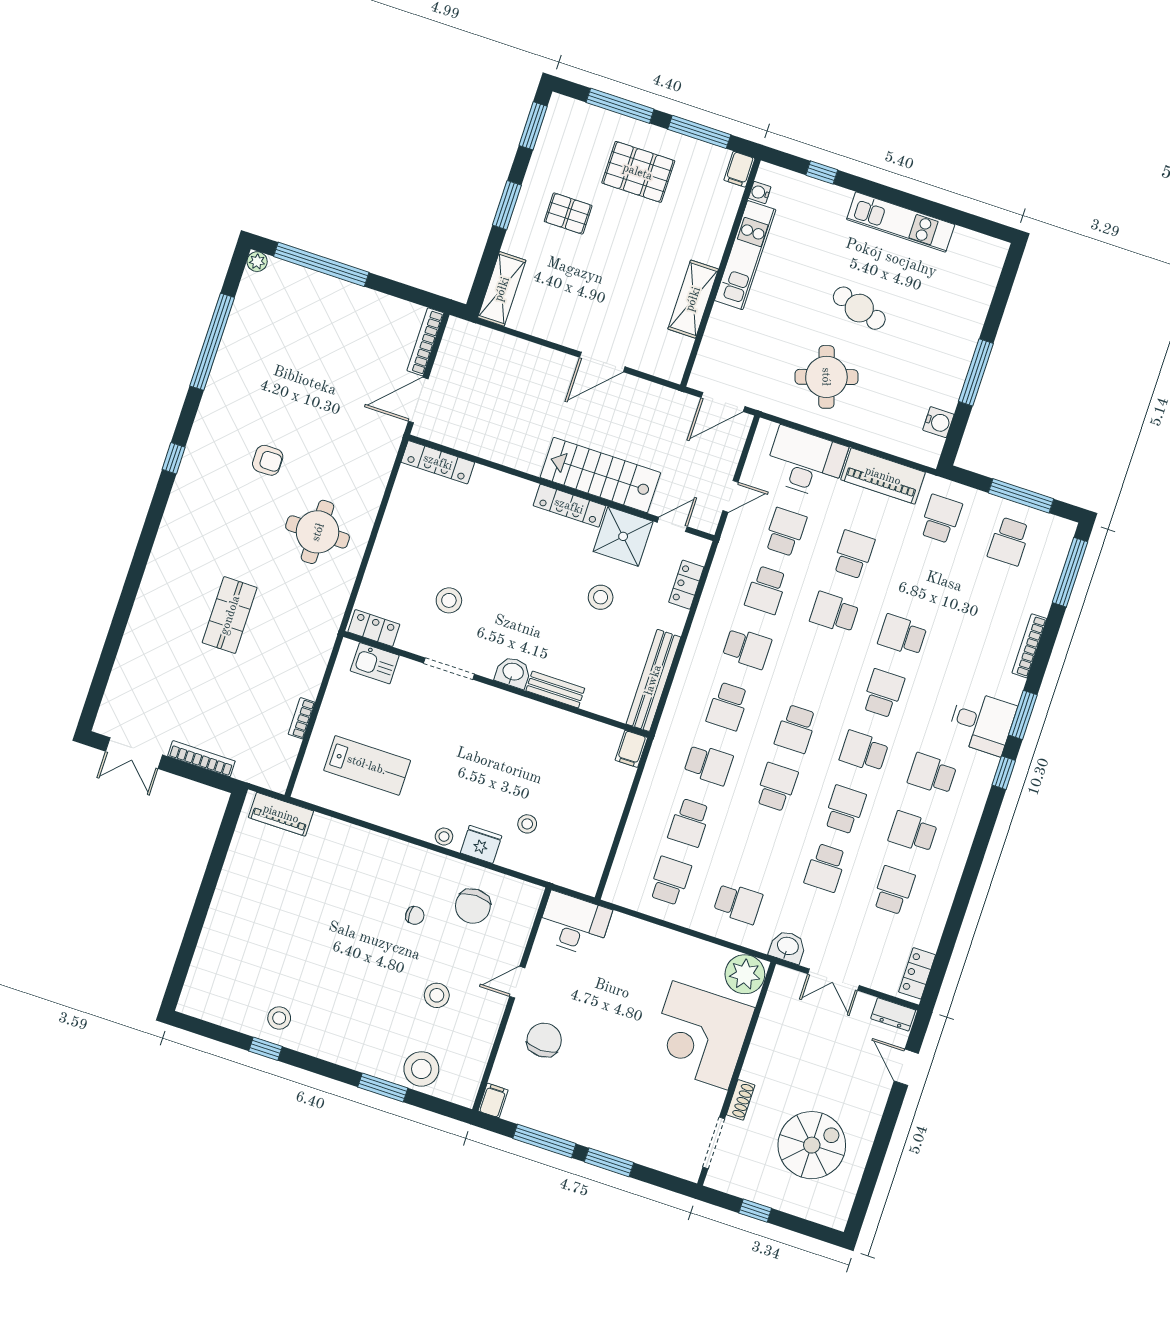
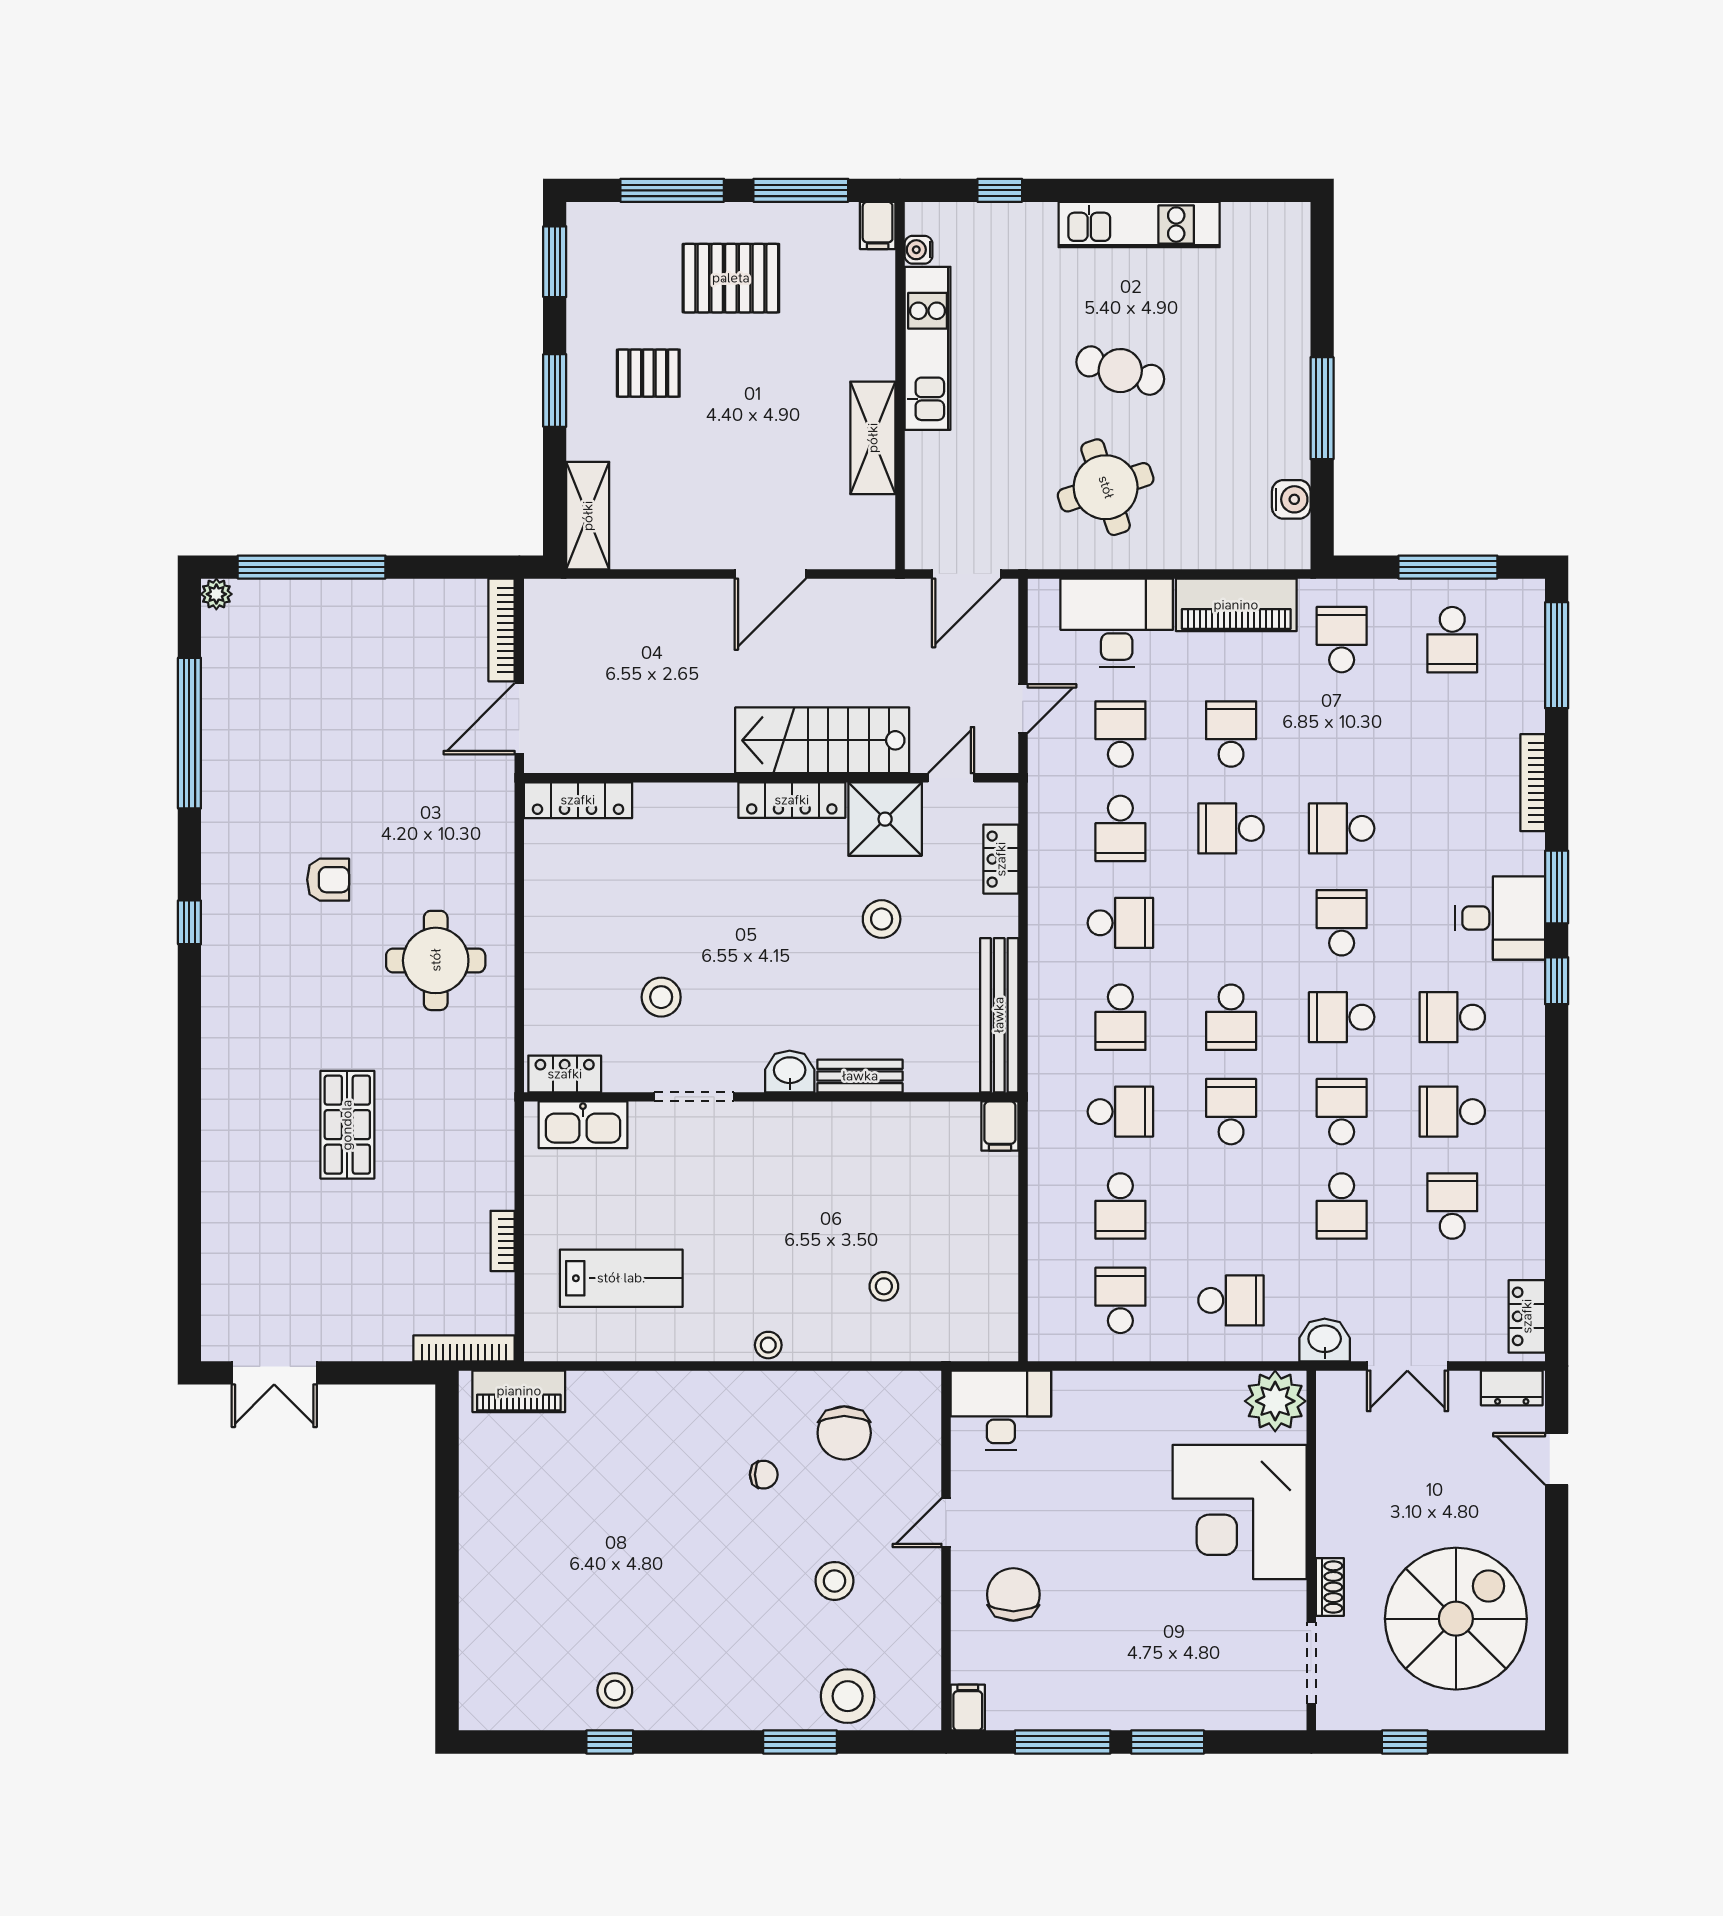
kitchen sink: (375, 663) -> (583, 1125), width x1.38
bookcase: (201, 759) -> (464, 1348), moved
fridge: (481, 844) -> (826, 1339), removed
spiral stairs: (812, 1145) -> (1456, 1619), width x1.37, depth x1.37

